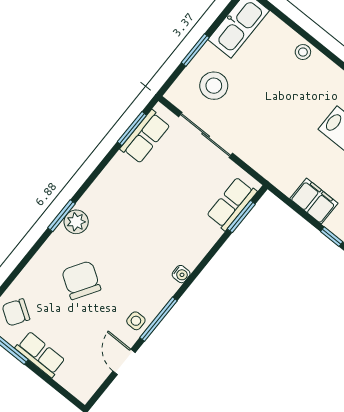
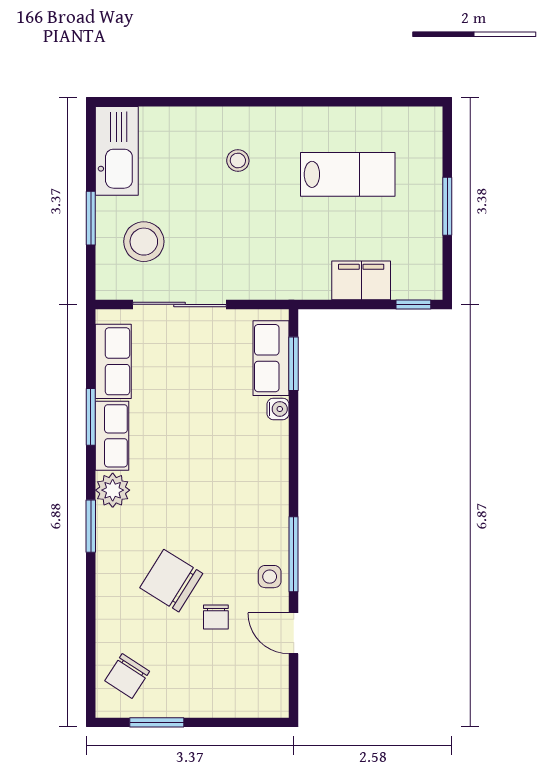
stool: (303, 52) -> (238, 161), moved
window: (132, 128) -> (91, 417), moved
plant: (76, 222) -> (113, 490), moved
water cooler: (181, 274) -> (278, 409), moved
chair: (89, 319) -> (216, 617), added
row of seats: (40, 354) -> (112, 436), moved, turned 90

